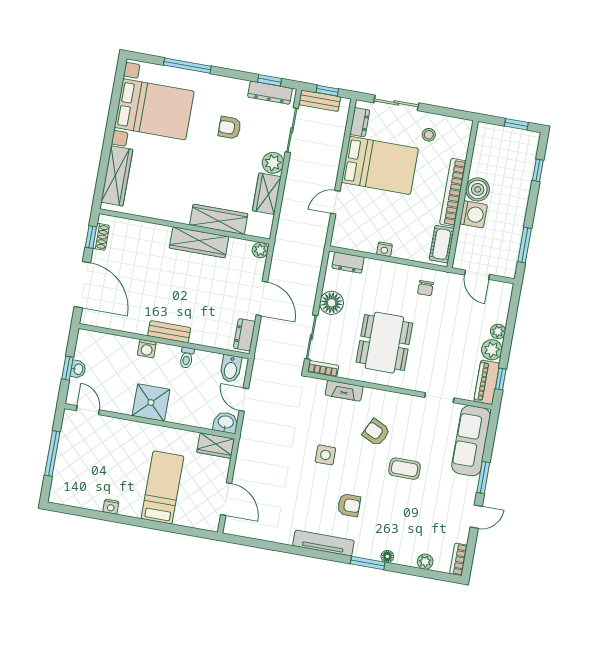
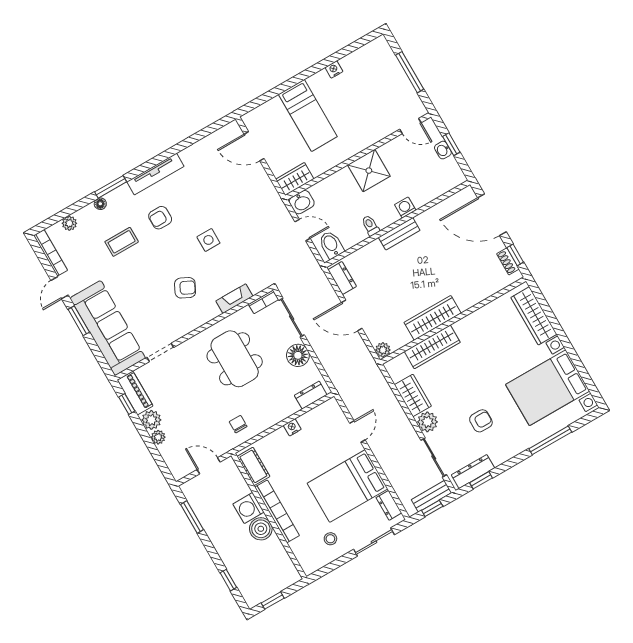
sofa: (471, 441) -> (108, 328), width x1.36, depth x1.27
coffee table: (405, 469) -> (122, 242), moved
bookcase: (458, 559) -> (51, 253), width x1.56

